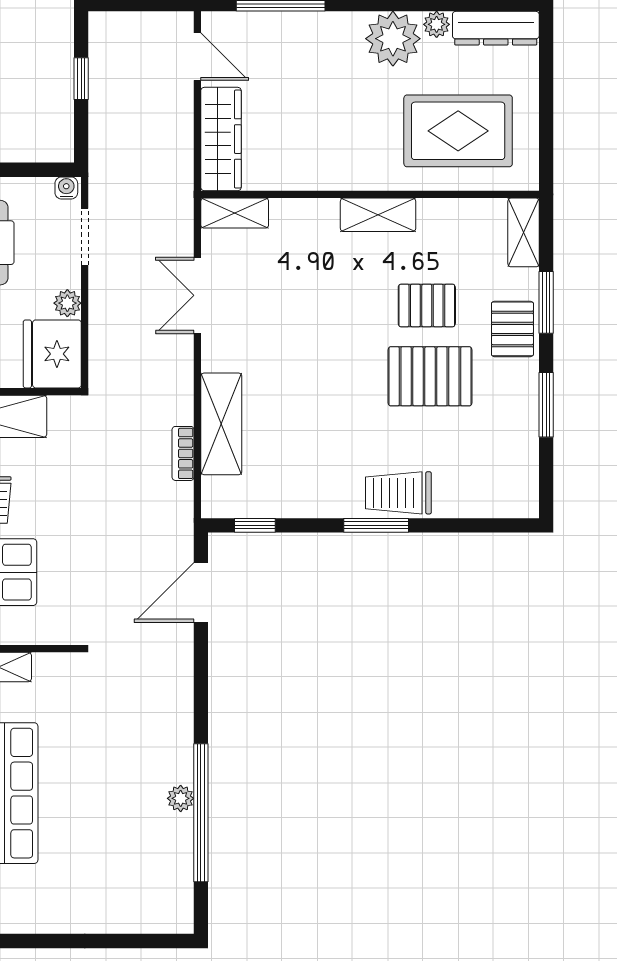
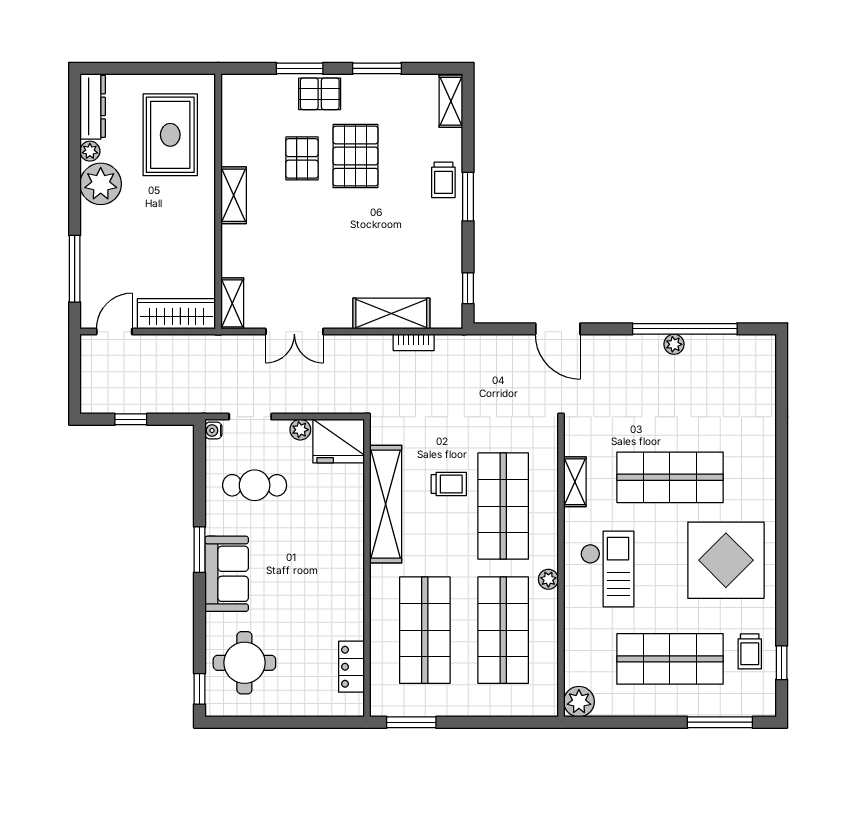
shelving: (524, 232) -> (451, 101), moved, turned 90
trolley: (398, 493) -> (443, 180), width x0.73, depth x0.72
door: (201, 592) -> (558, 329), moved

